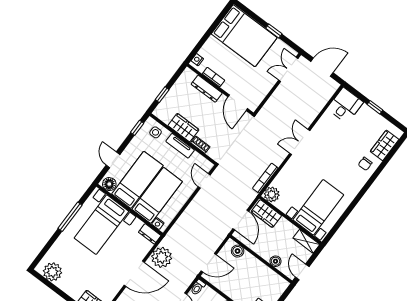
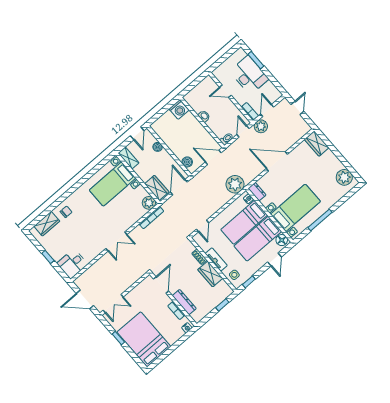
plant: (162, 257) -> (235, 184), moved

